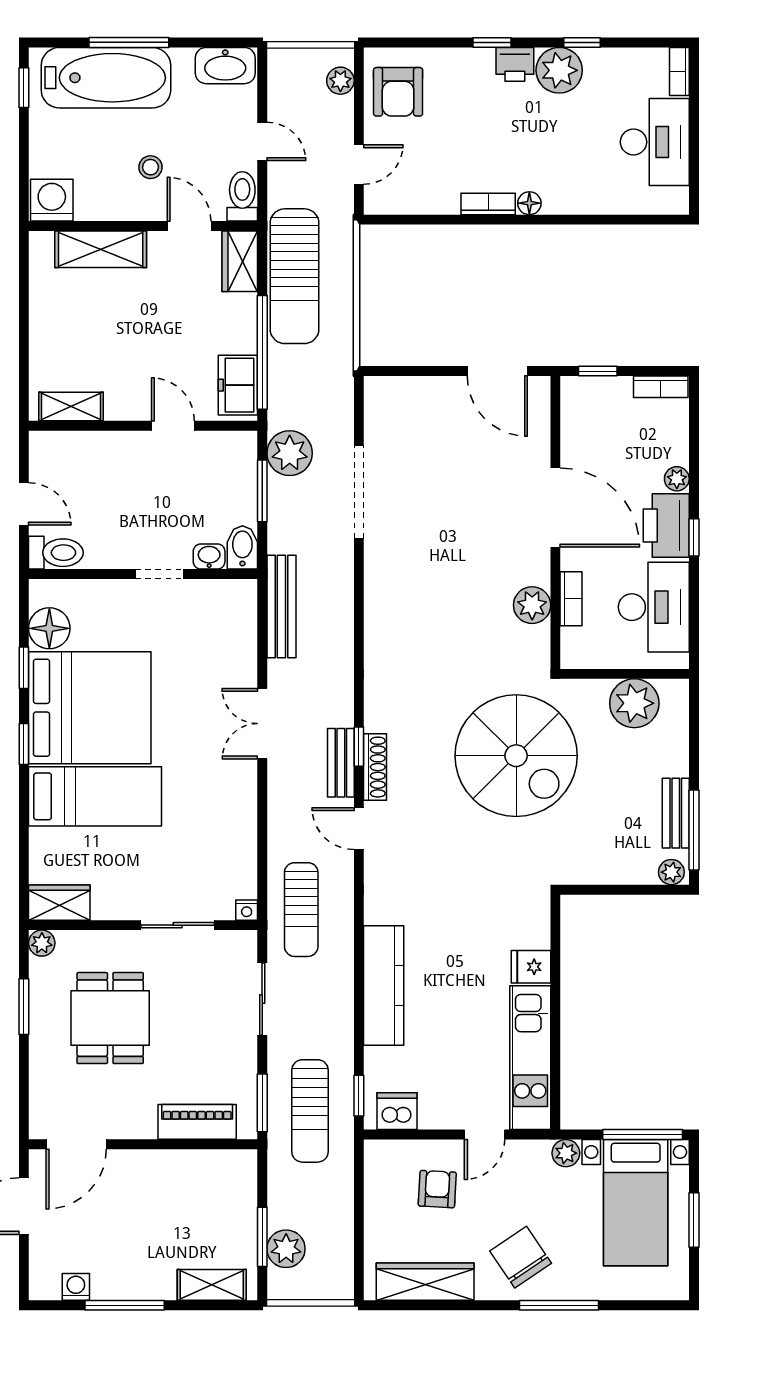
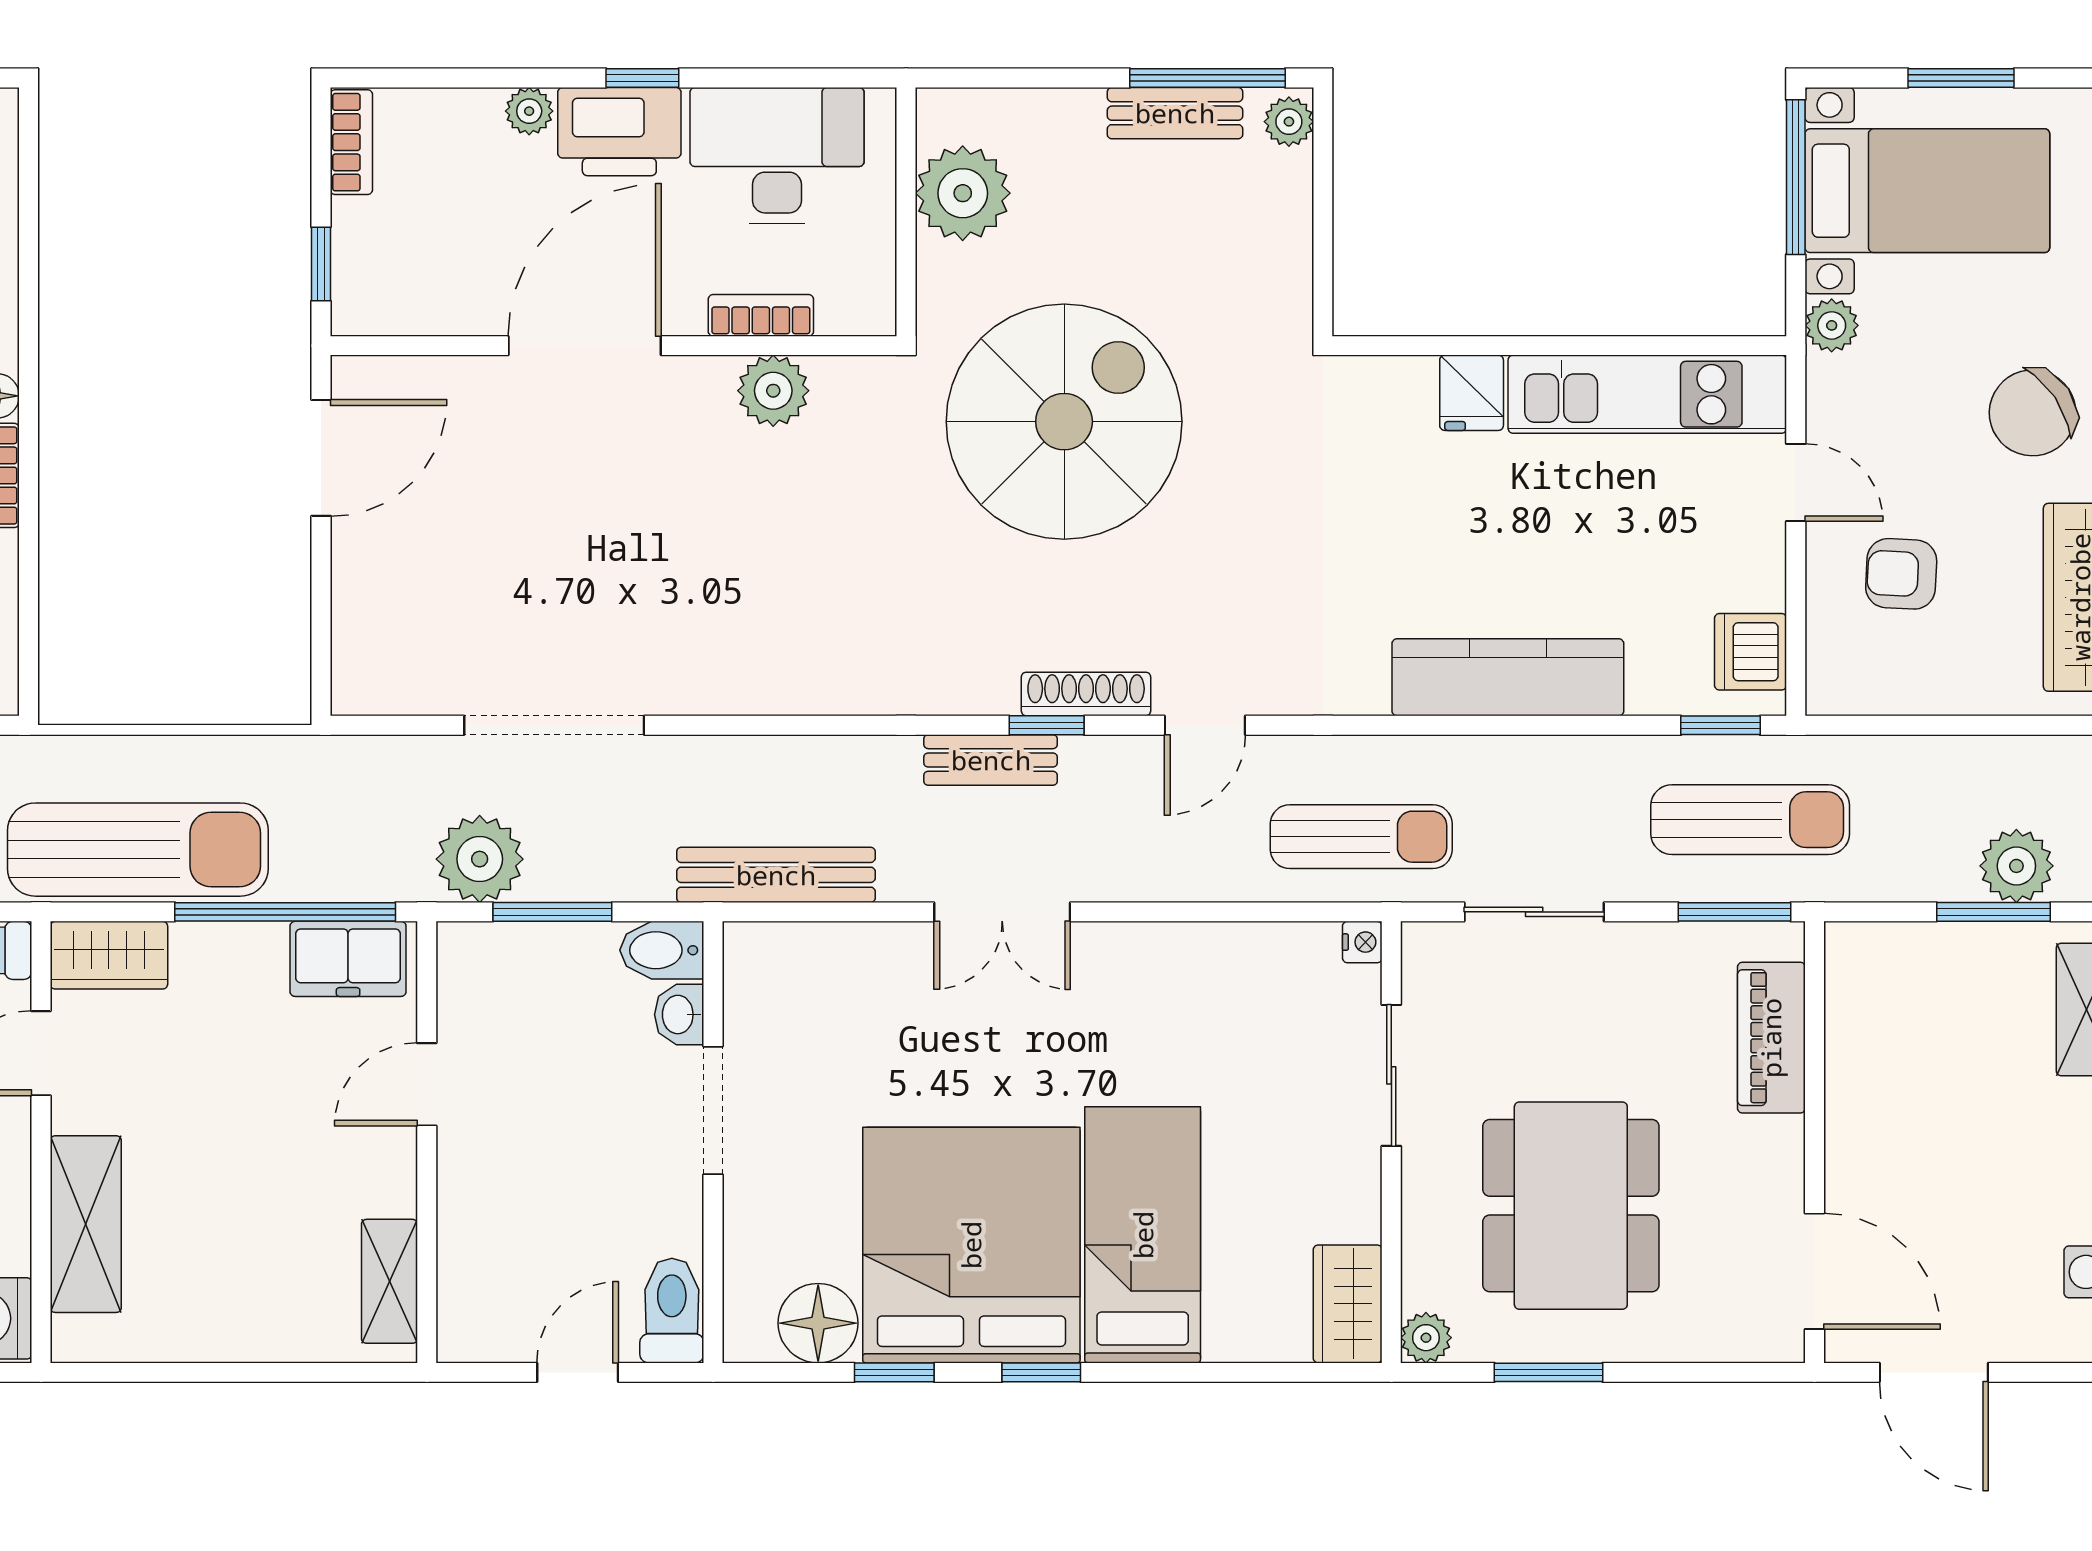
doorway: (159, 574) -> (713, 1111), width x1.38
bench: (341, 763) -> (991, 760), moved
dining table: (110, 1018) -> (1571, 1206), width x1.37

